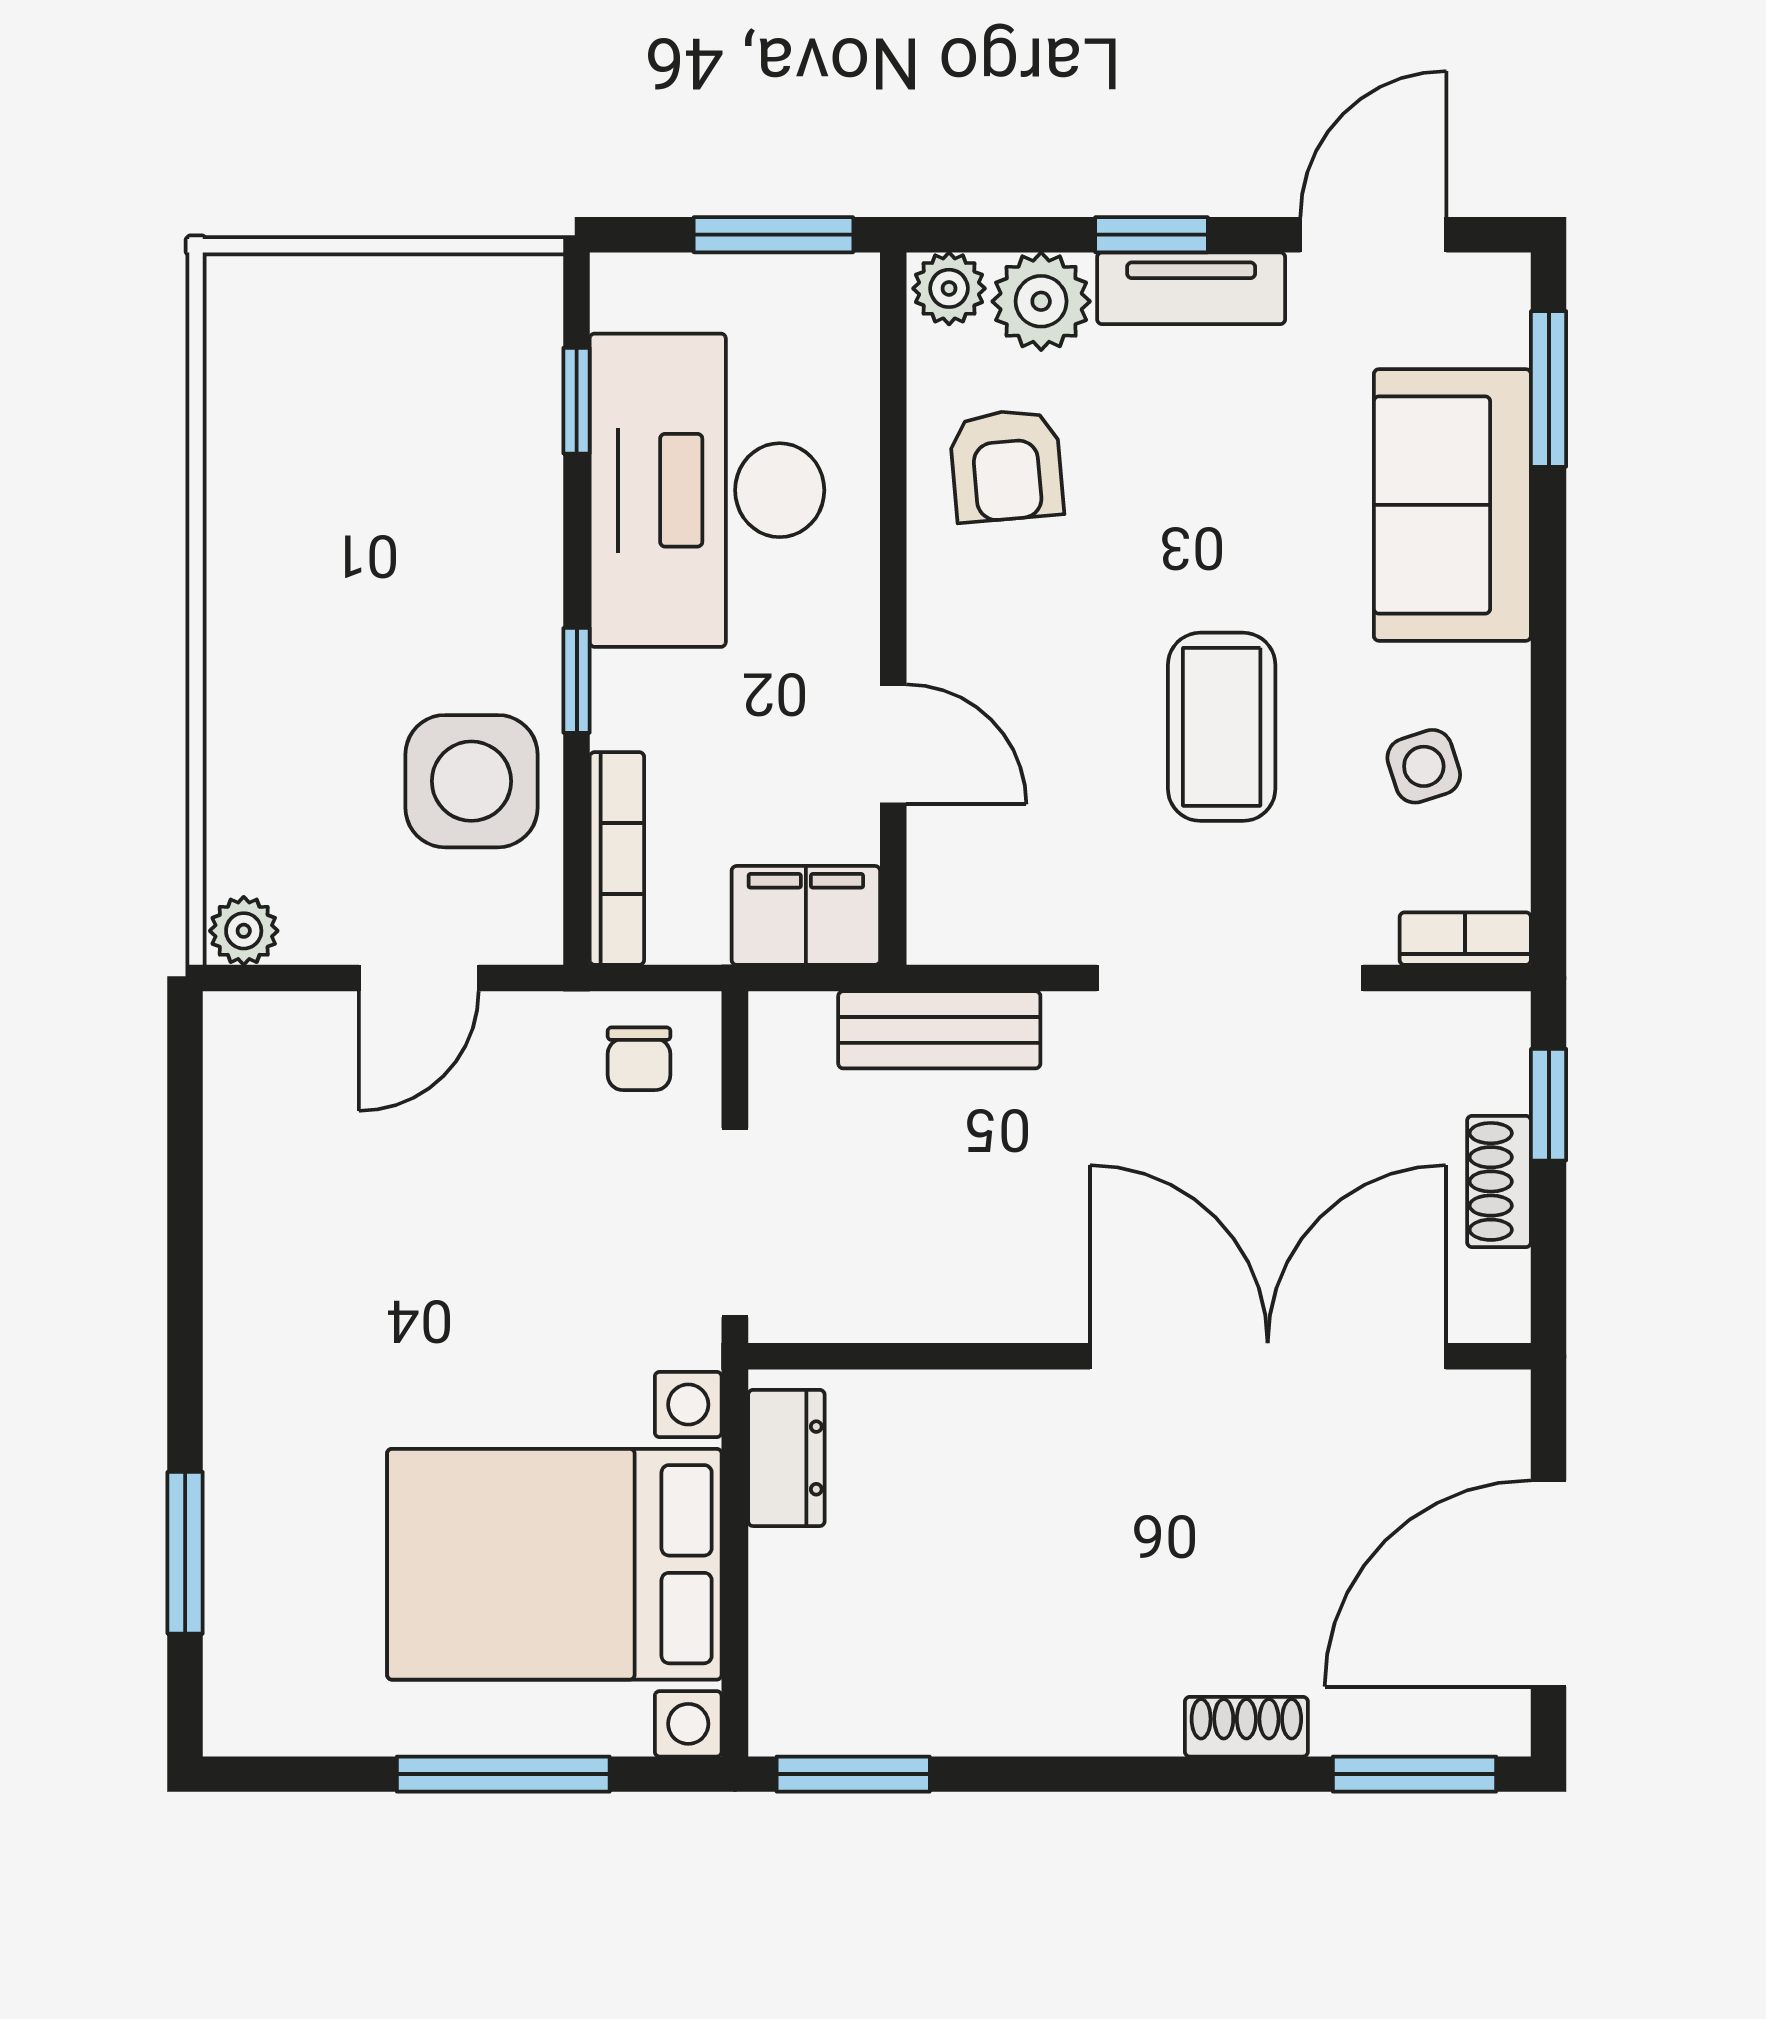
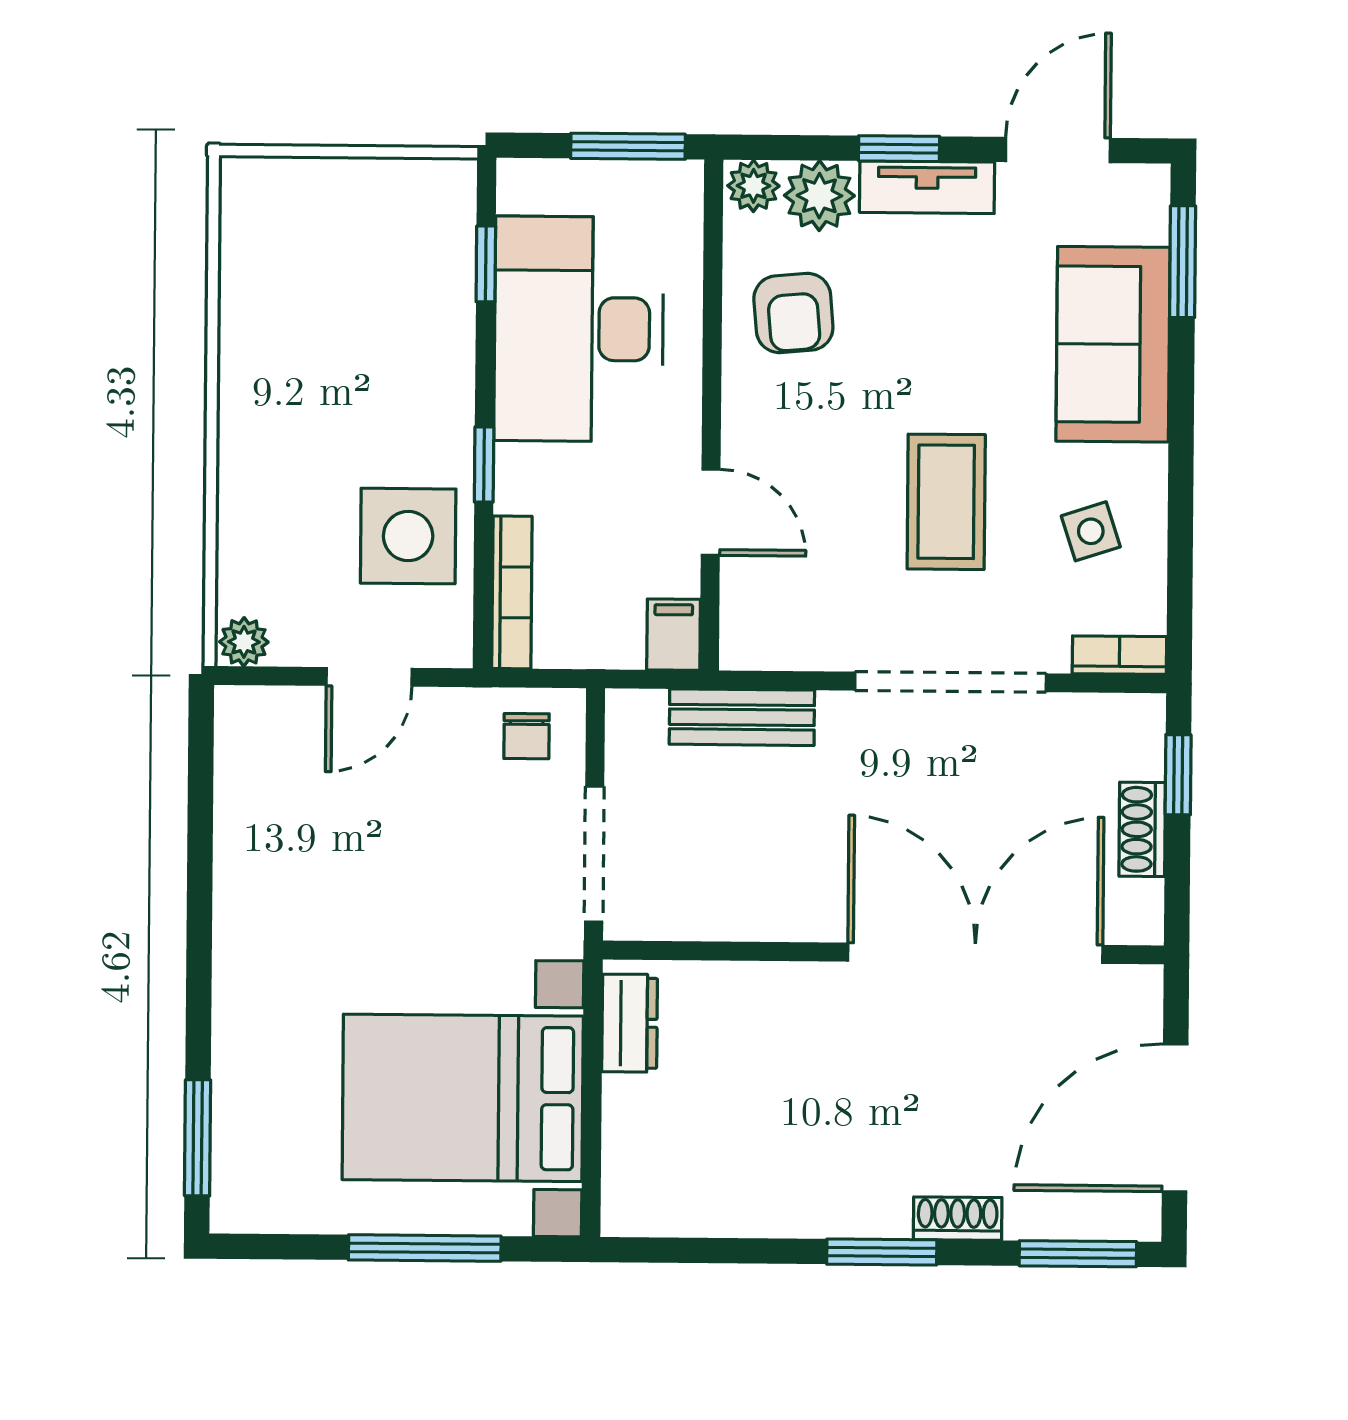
filing cabinet: (806, 915) -> (674, 635), width x0.50
window: (185, 1553) -> (198, 1138), moved
window: (853, 1774) -> (882, 1252), moved

